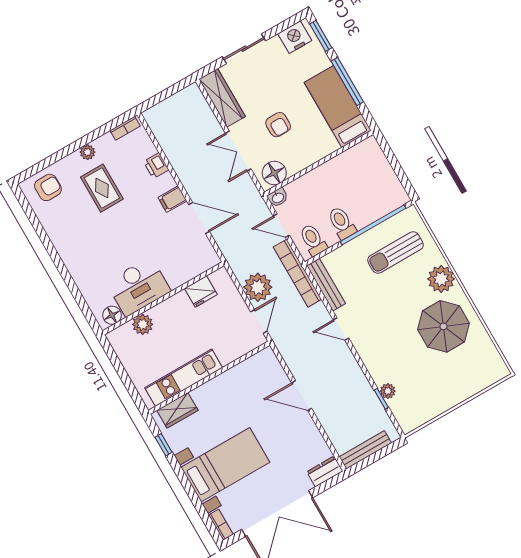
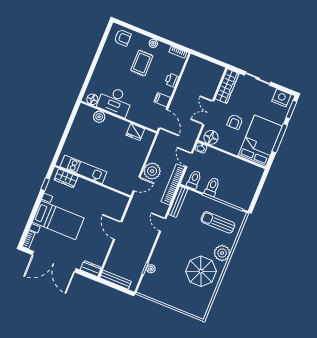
bed: (338, 107) -> (260, 141), width x1.50
desk: (138, 287) -> (115, 101), moved
fridge: (201, 292) -> (135, 132), moved
wall: (163, 298) -> (119, 117), moved
floor lamp: (112, 315) -> (92, 99), moved
plant: (143, 324) -> (99, 117), moved

